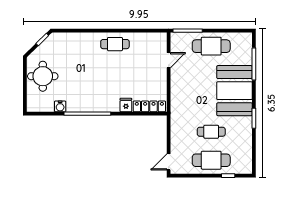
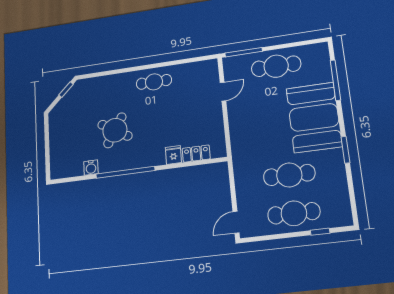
round table: (43, 76) -> (115, 130), moved, turned 31
locker: (149, 106) -> (196, 154), width x0.66
cafe table: (211, 132) -> (289, 175), width x1.37, depth x1.35

